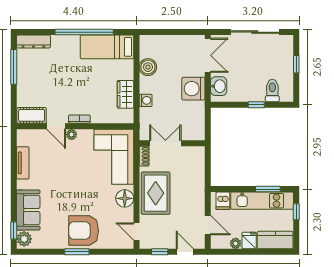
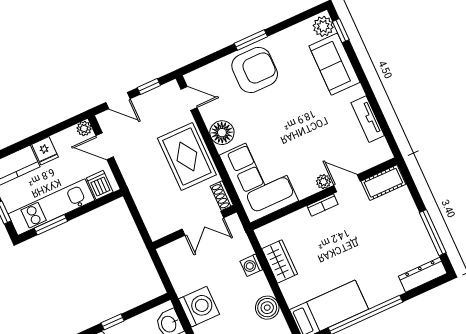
plant: (236, 243) -> (84, 128), moved

